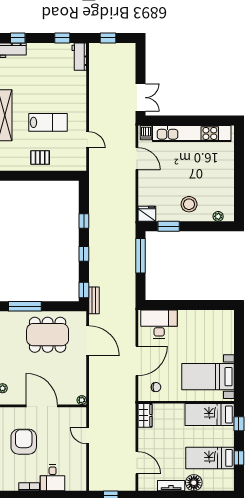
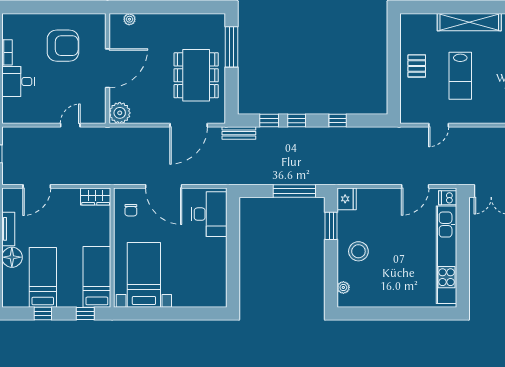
window: (84, 290) -> (269, 121), moved
plant: (82, 400) -> (120, 113), width x1.88, depth x1.88

